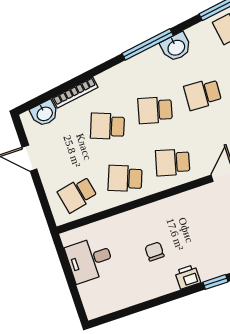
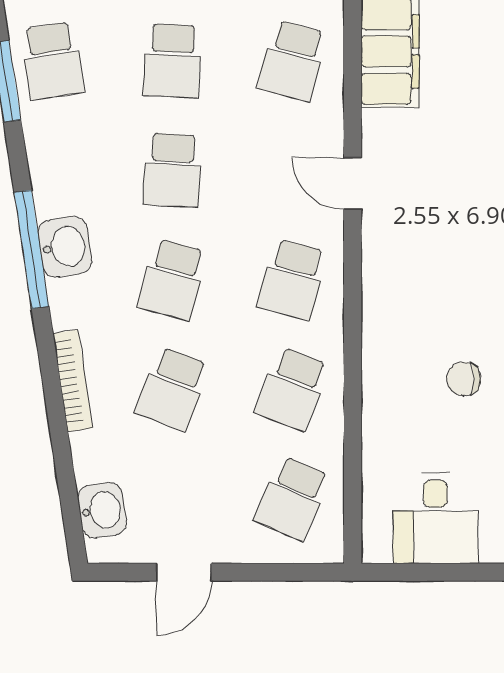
washbasin: (176, 47) -> (65, 247), moved
bookcase: (75, 93) -> (73, 381), moved
school desk: (77, 194) -> (292, 498), turned 36

